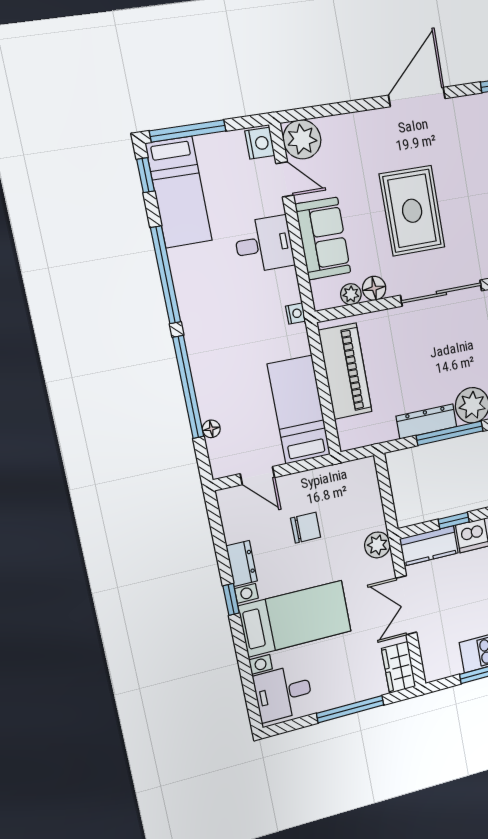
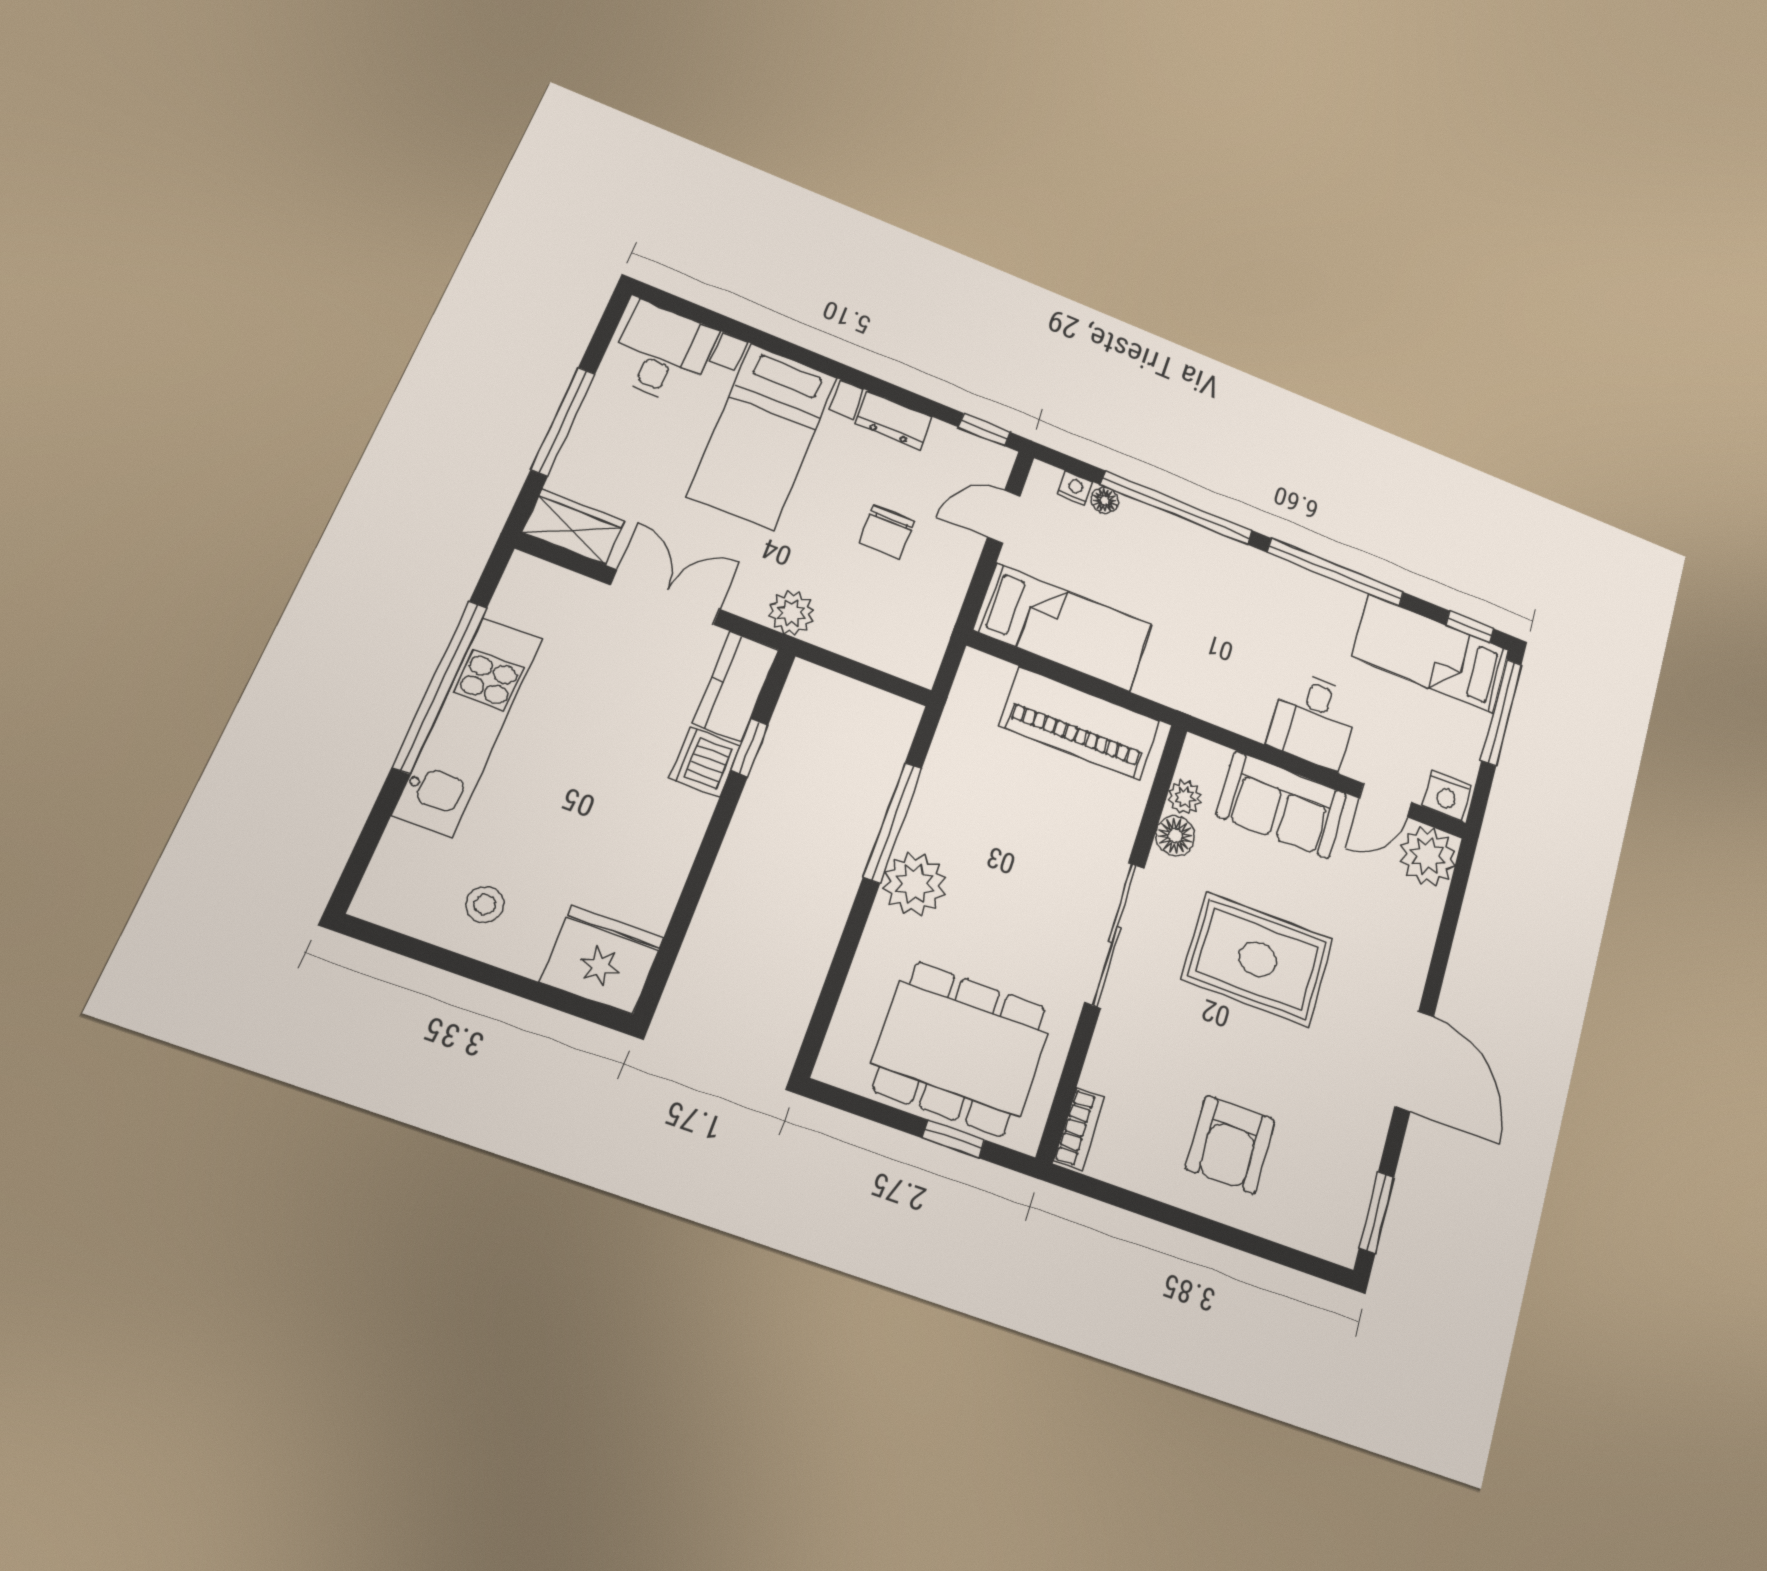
nightstand: (296, 314) -> (1075, 488), moved, turned 180
dresser: (426, 421) -> (934, 797), removed
window: (231, 599) -> (984, 430), moved

